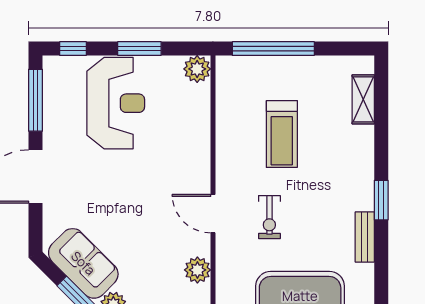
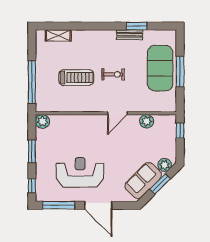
reception desk: (116, 103) -> (80, 172), moved
window: (381, 200) -> (137, 26), moved
exercise bike: (269, 217) -> (113, 74), moved

